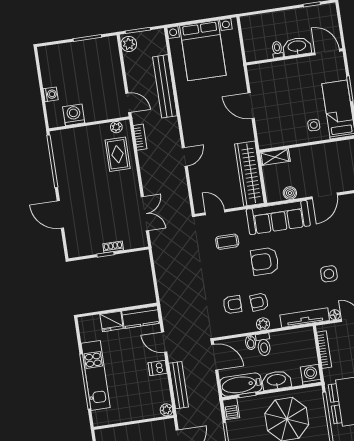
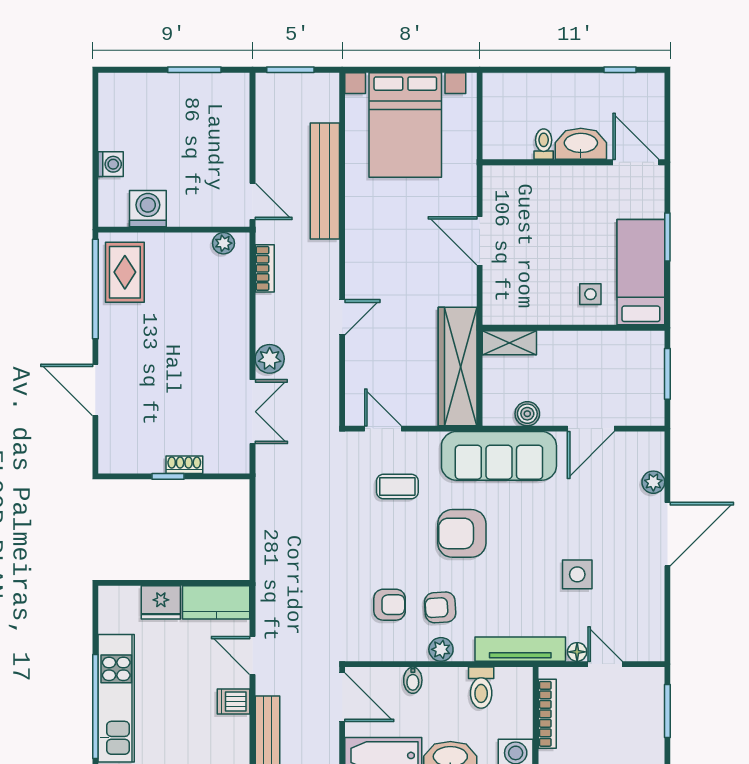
plant: (129, 44) -> (270, 359), moved
rug: (118, 154) -> (125, 272), moved
toilet: (264, 345) -> (481, 688), moved

